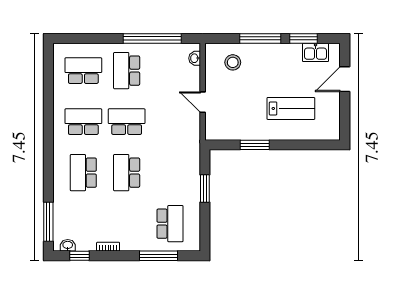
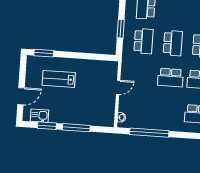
stool: (233, 62) -> (96, 113), removed
school desk: (127, 71) -> (143, 41), moved
door: (203, 102) -> (118, 87), hinge flipped
window: (255, 145) -> (44, 53), moved

